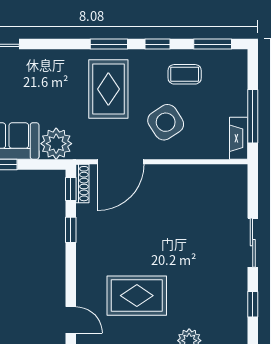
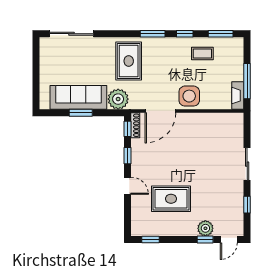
rug: (108, 89) -> (129, 61), moved
side table: (166, 122) -> (189, 96), moved, turned 33
door: (71, 320) -> (128, 186), moved

